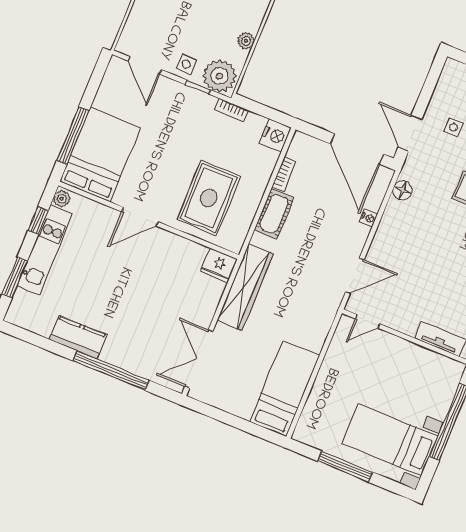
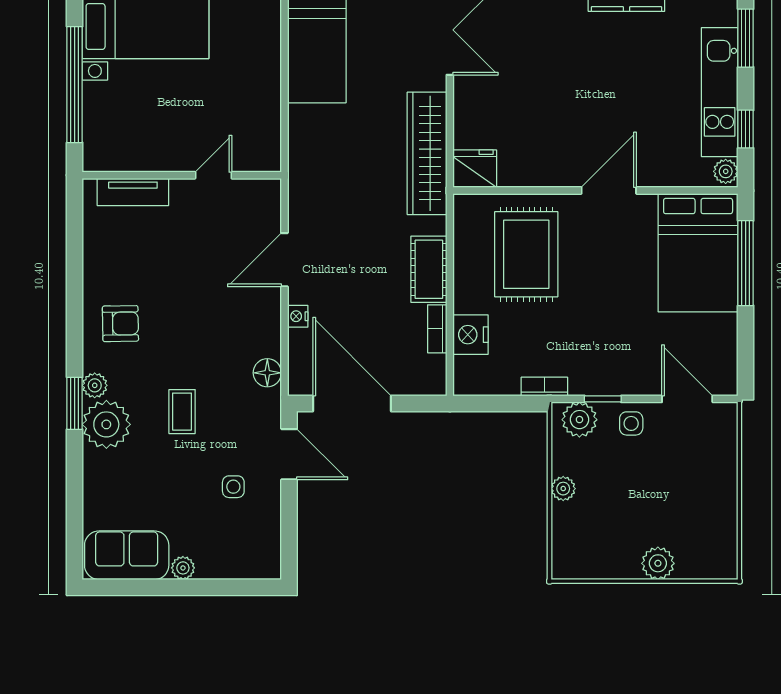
plant: (220, 76) -> (579, 420), width x0.73, depth x0.73
nightstand: (275, 136) -> (471, 335), moved
door: (355, 276) -> (284, 260), moved
door: (367, 321) -> (213, 175), moved

